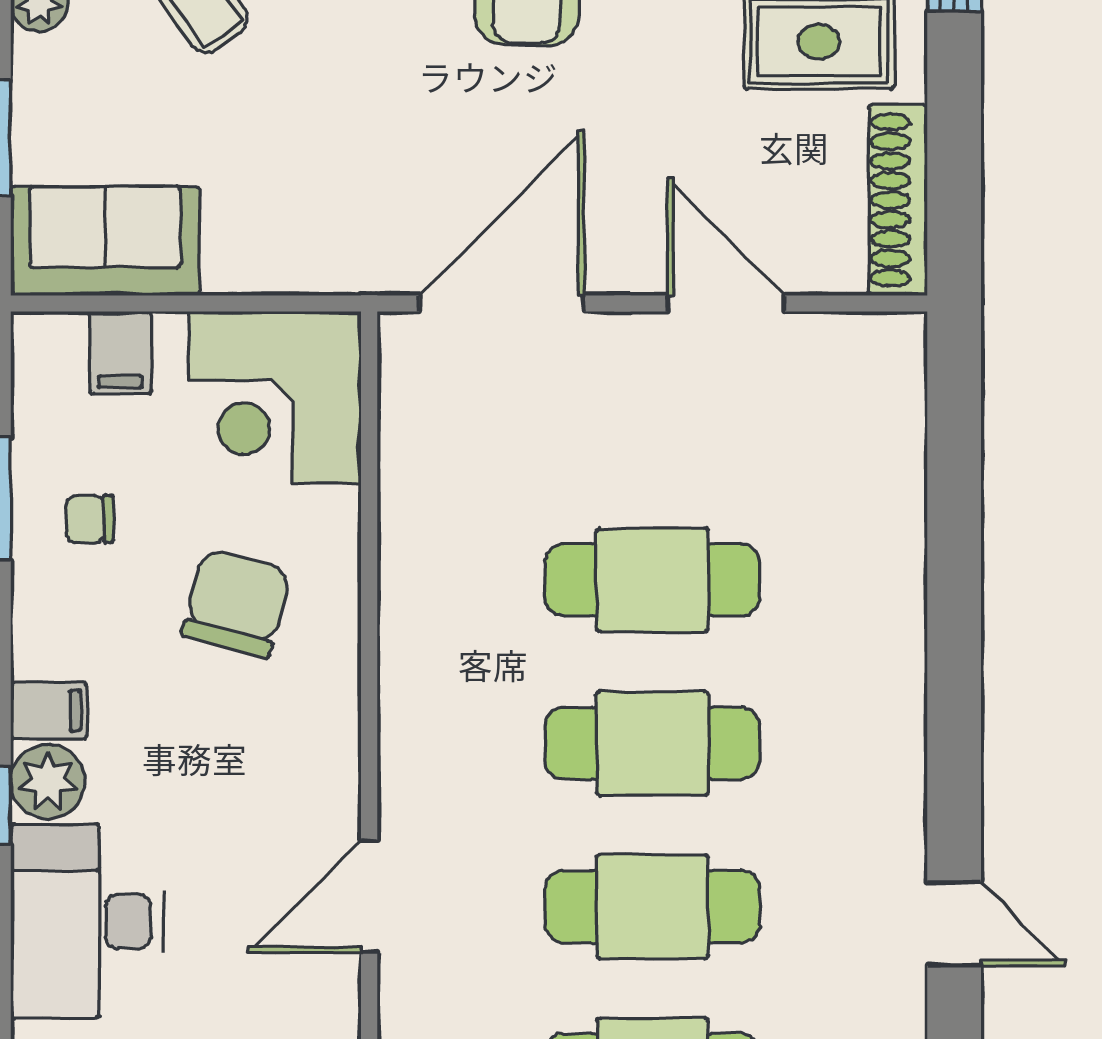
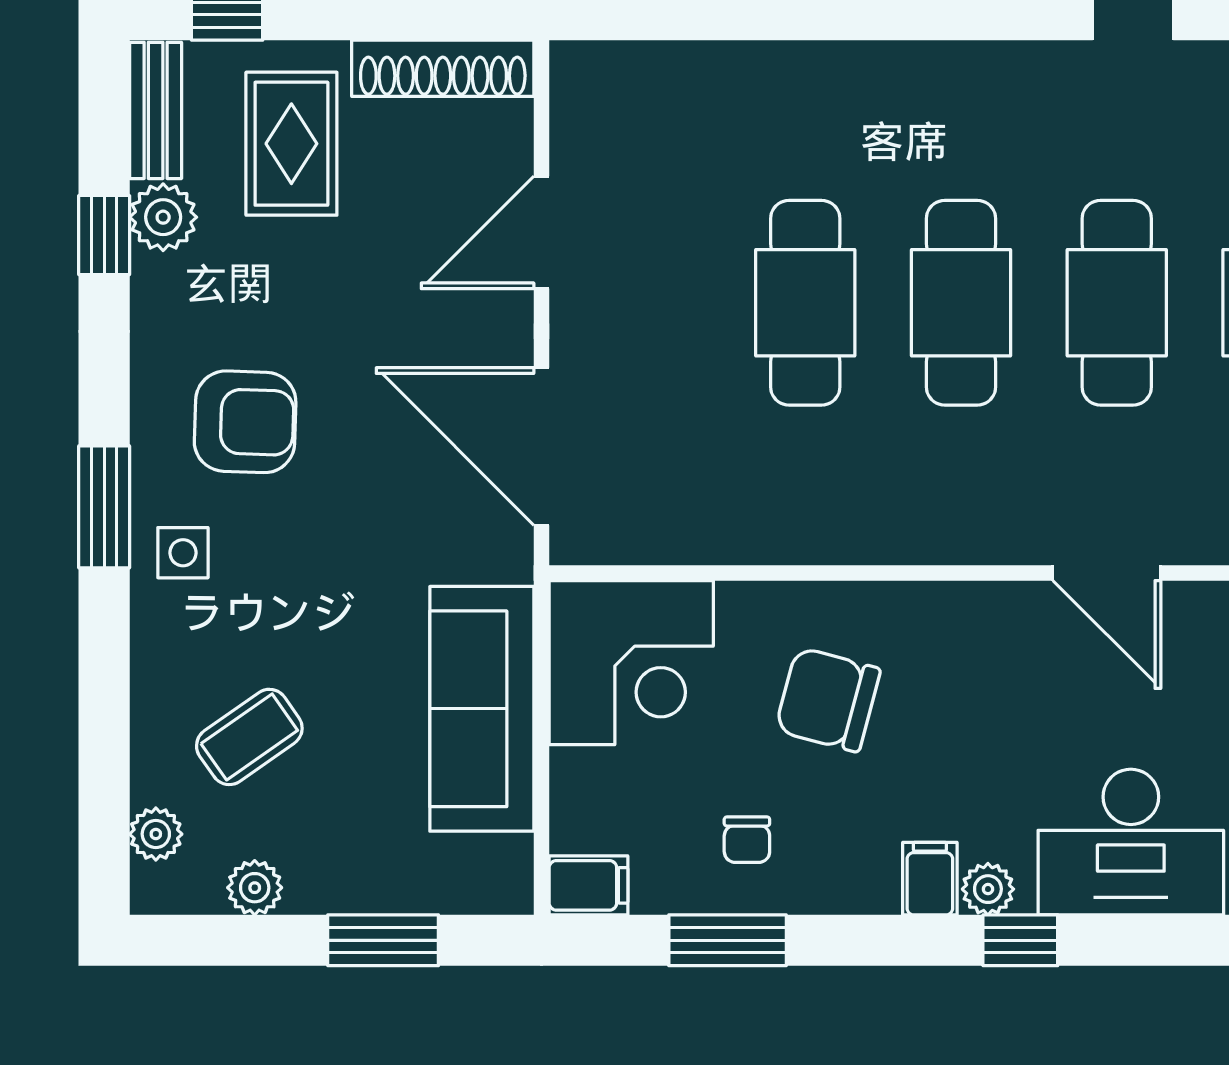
sofa: (105, 241) -> (482, 709), moved, width x1.36
filing cabinet: (120, 353) -> (588, 885), moved
plant: (48, 782) -> (988, 889), width x0.73, depth x0.73

